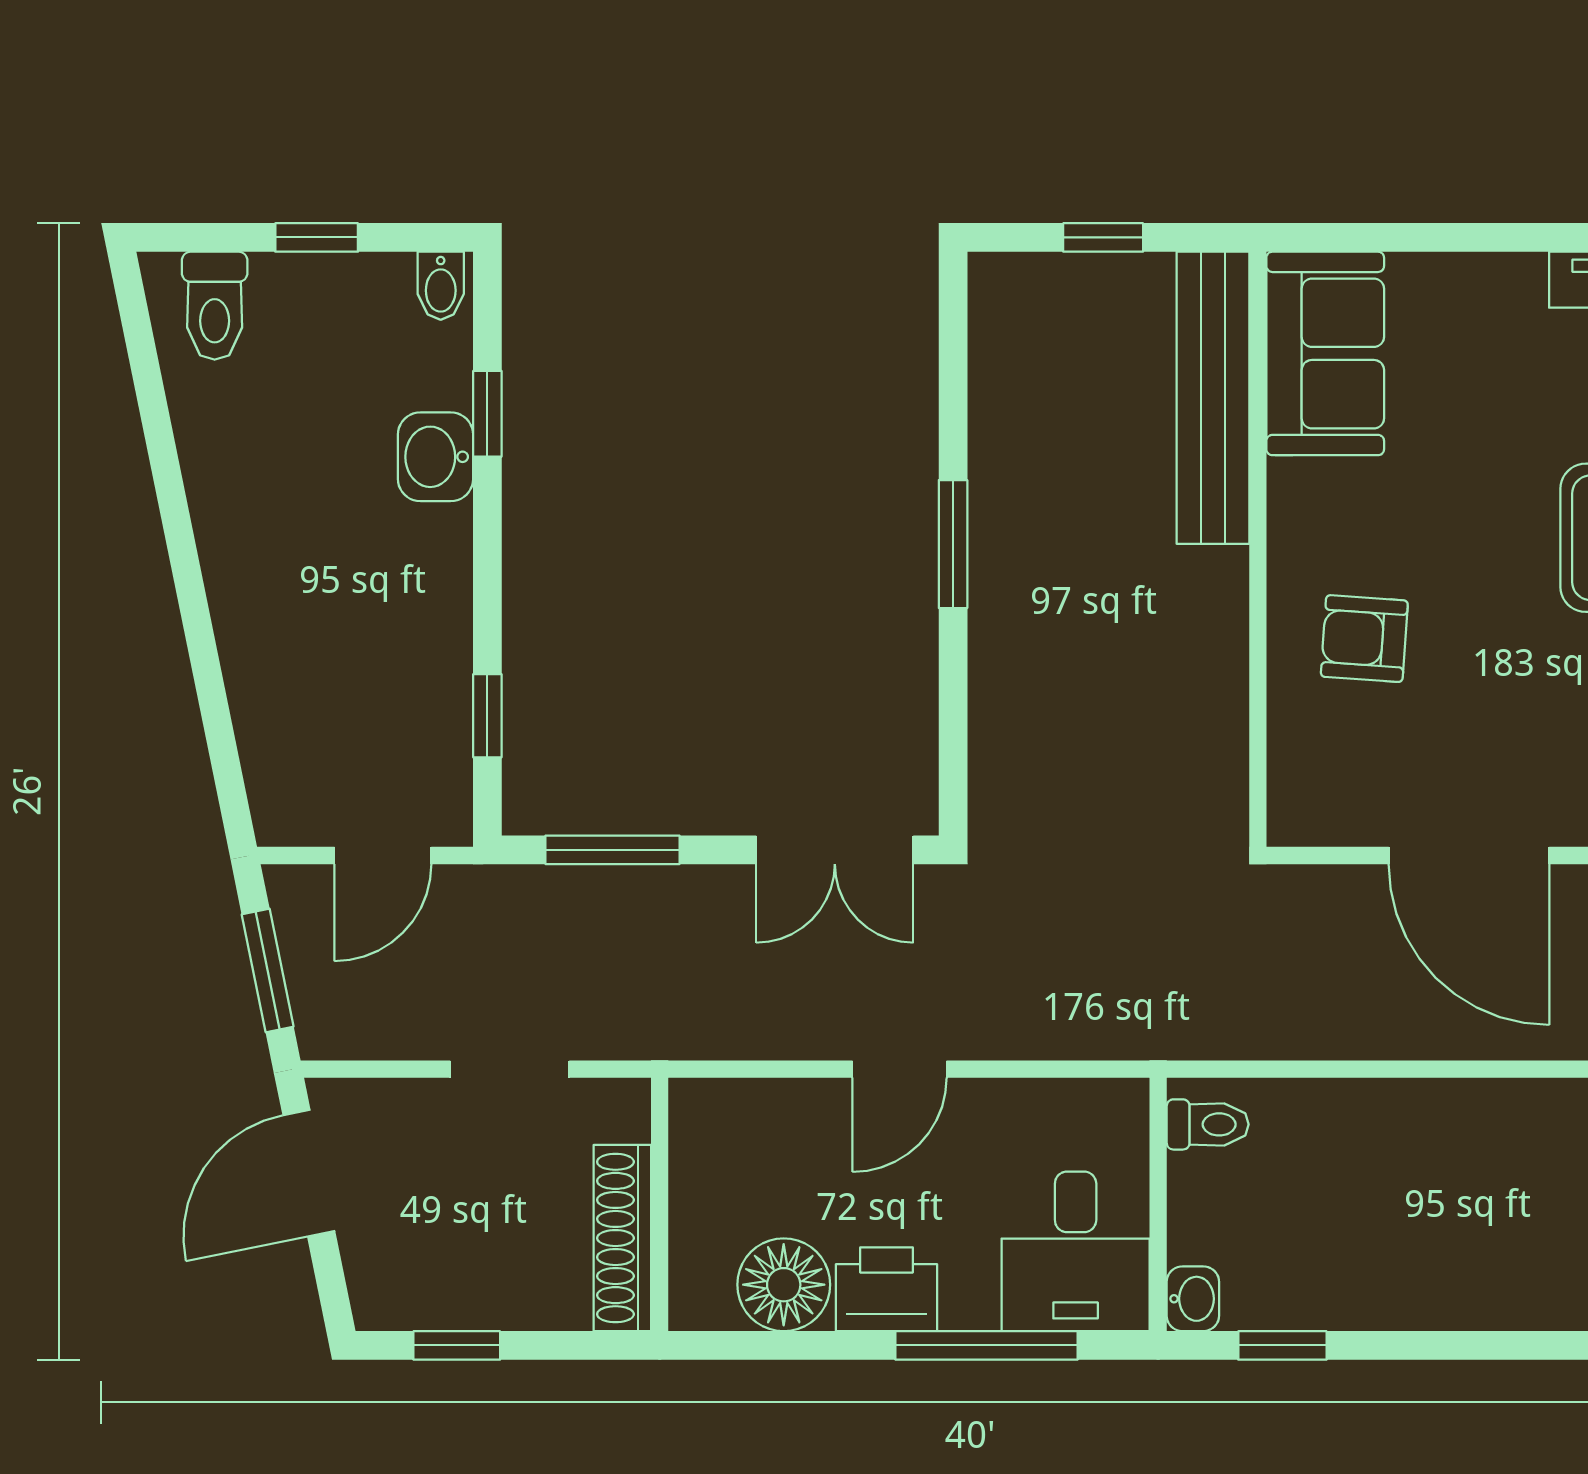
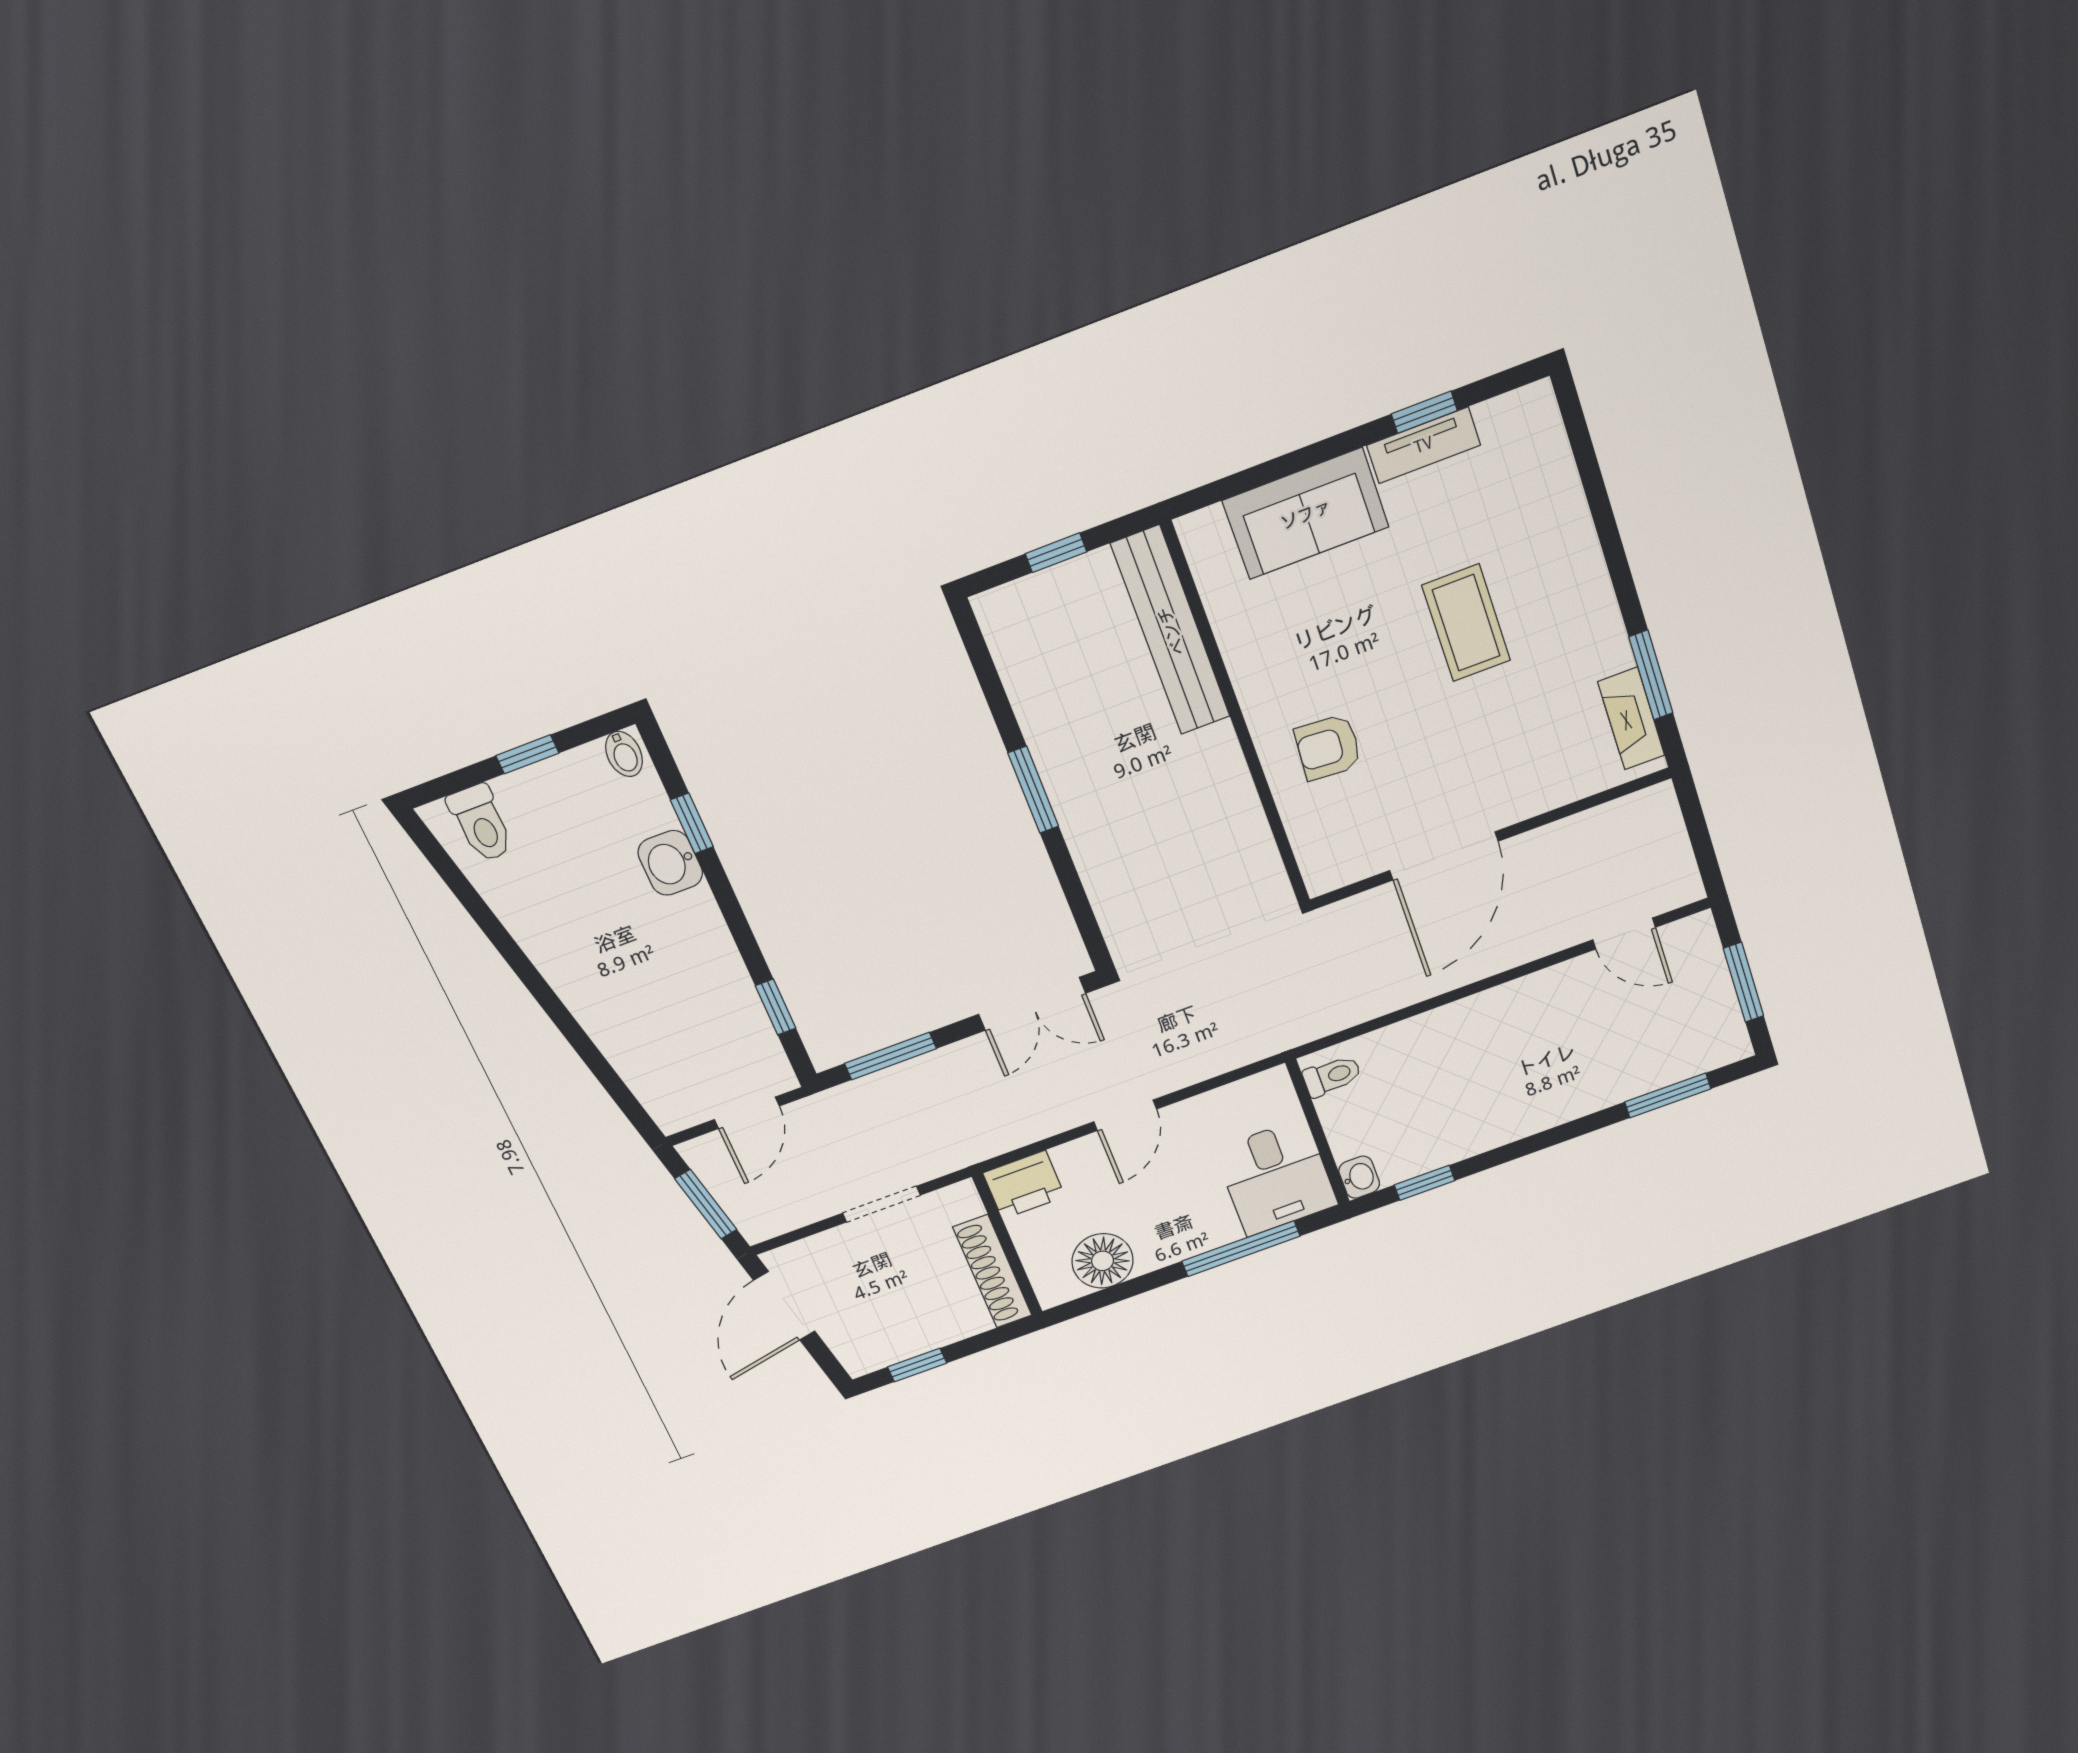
sofa: (1325, 353) -> (1306, 514), moved, turned 90
door: (1469, 855) -> (1444, 856), hinge flipped
printer: (887, 1289) -> (1024, 1185), moved, turned 180

